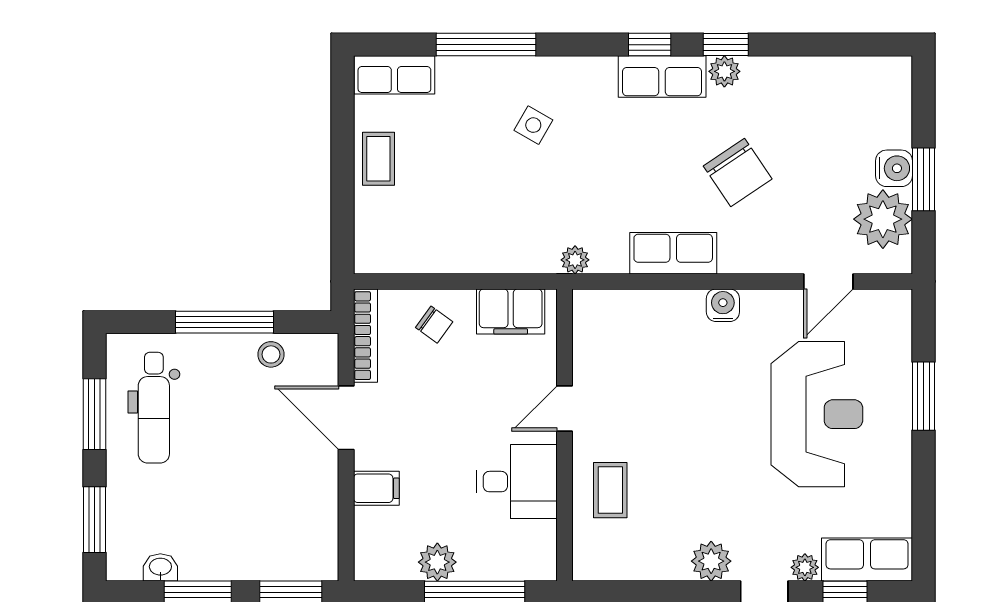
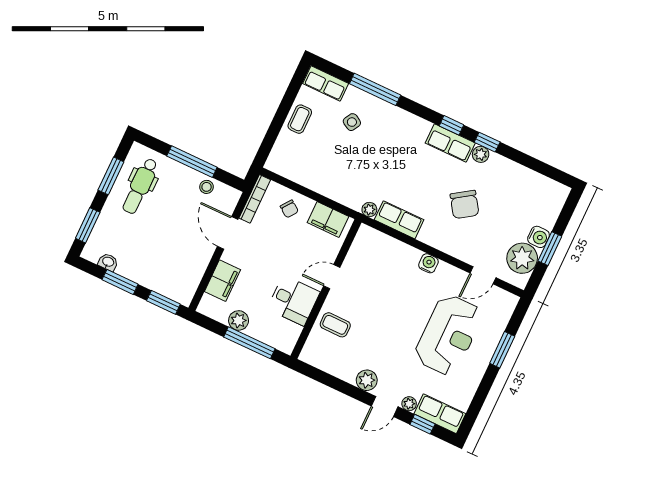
side table: (533, 125) -> (352, 122), moved
row of seats: (673, 253) -> (399, 220), moved
filing cabinet: (376, 488) -> (223, 281), width x2.00
coffee table: (610, 490) -> (335, 325), turned 90

